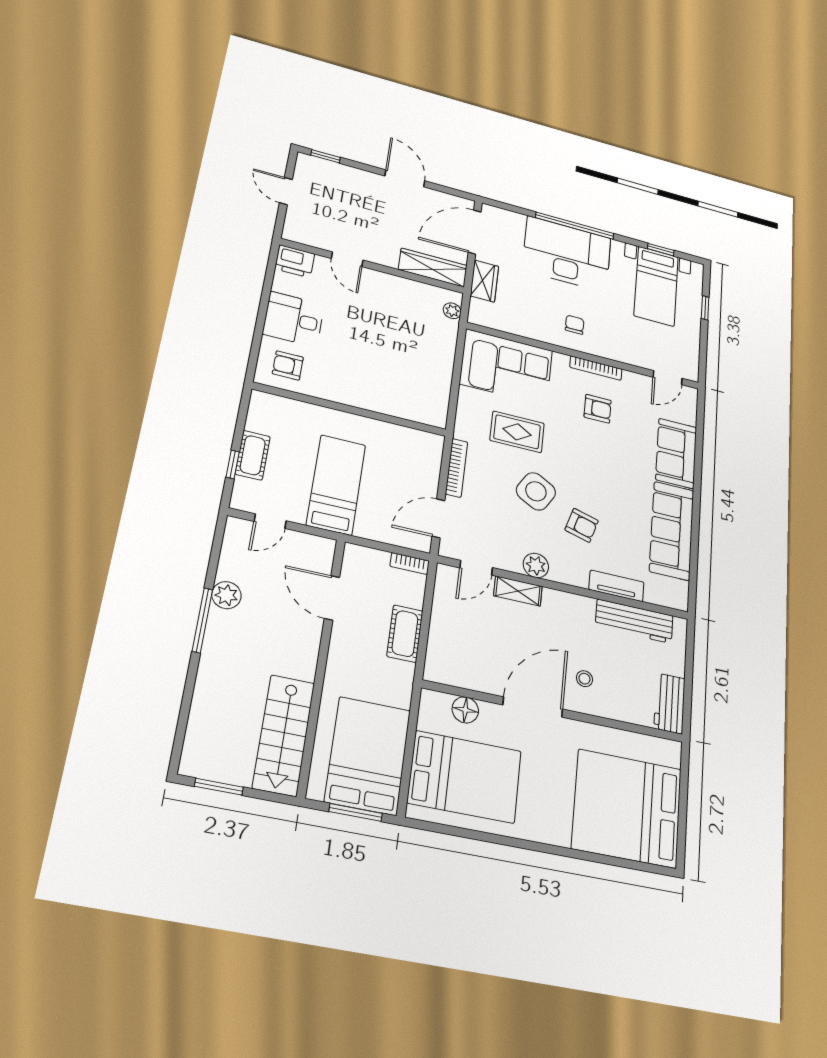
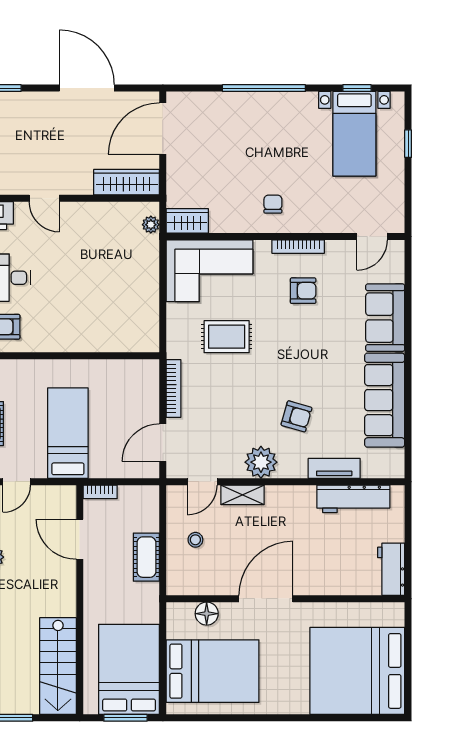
door: (405, 178) -> (87, 88), width x1.36
desk: (567, 254) -> (258, 125), removed
wardrobe: (484, 281) -> (187, 221), moved, turned -90
side table: (536, 491) -> (250, 393), removed
bookcase: (410, 564) -> (100, 492), moved
plant: (536, 565) -> (261, 462), width x1.36, depth x1.36
stool: (584, 679) -> (195, 540), moved

